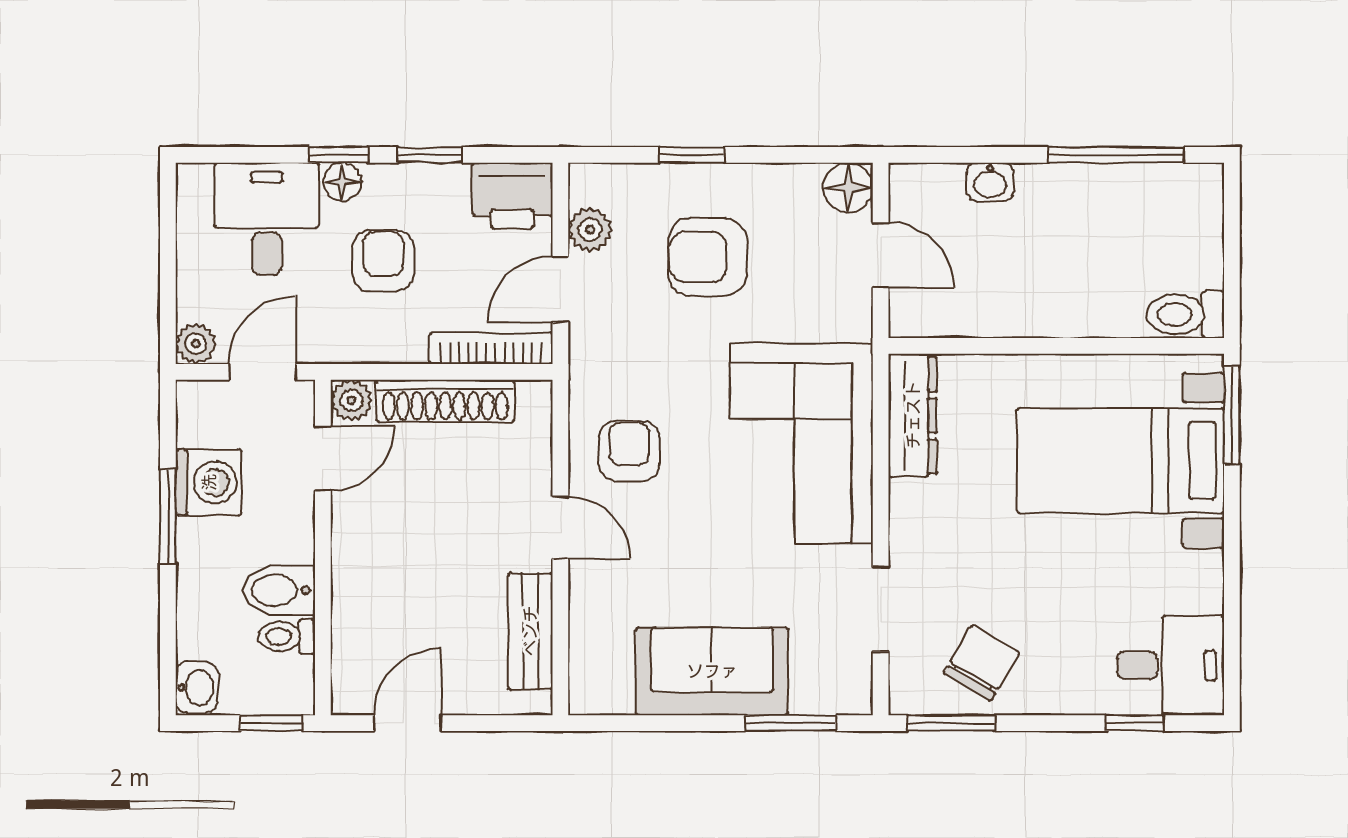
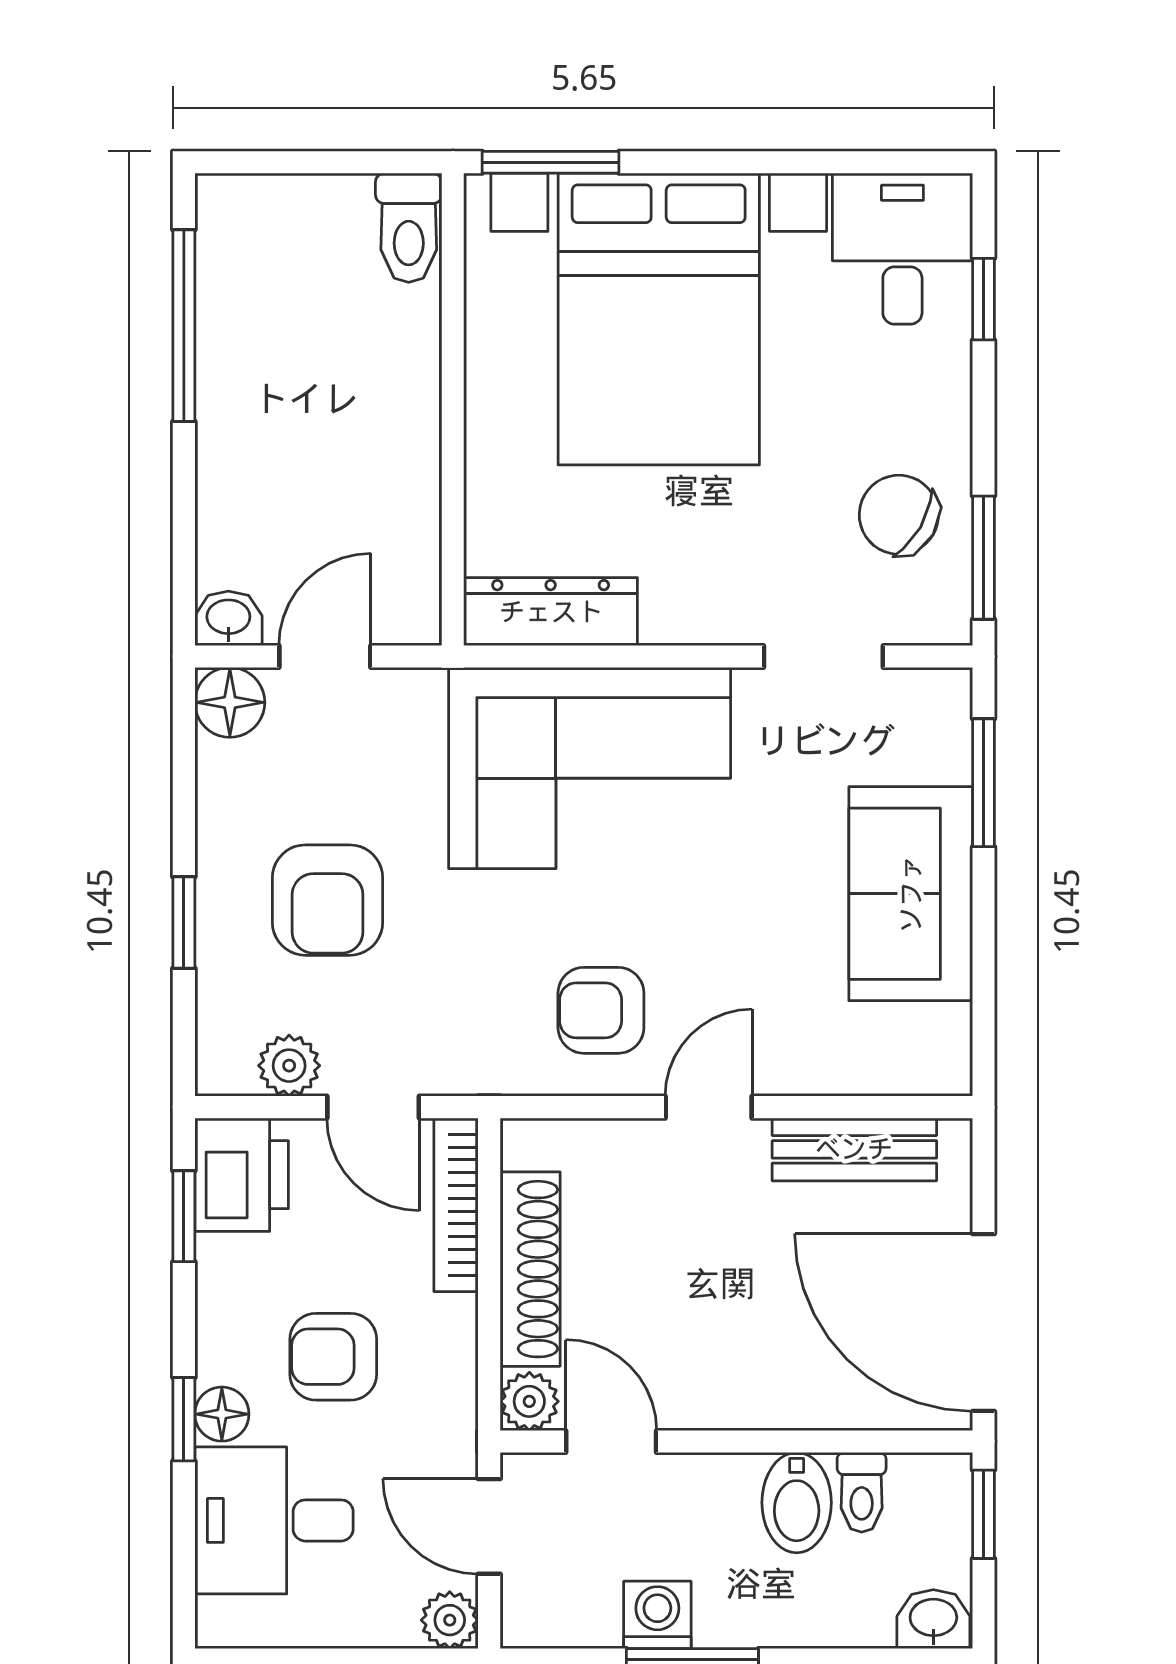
window: (430, 155) -> (184, 1216), moved
washbasin: (990, 182) -> (228, 618), moved, turned -90
bed with nightstands: (1121, 461) -> (659, 319), width x1.36
washing machine: (209, 482) -> (657, 1615), width x0.73, depth x0.73
door: (407, 723) -> (983, 1323), width x1.87

